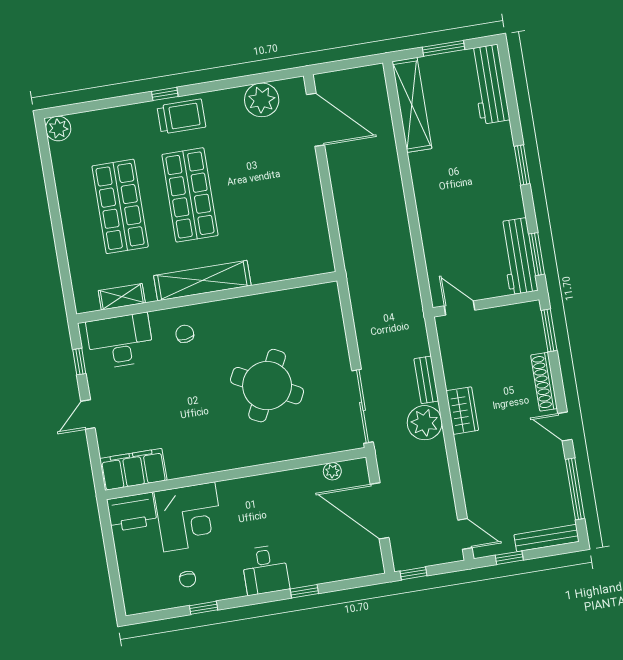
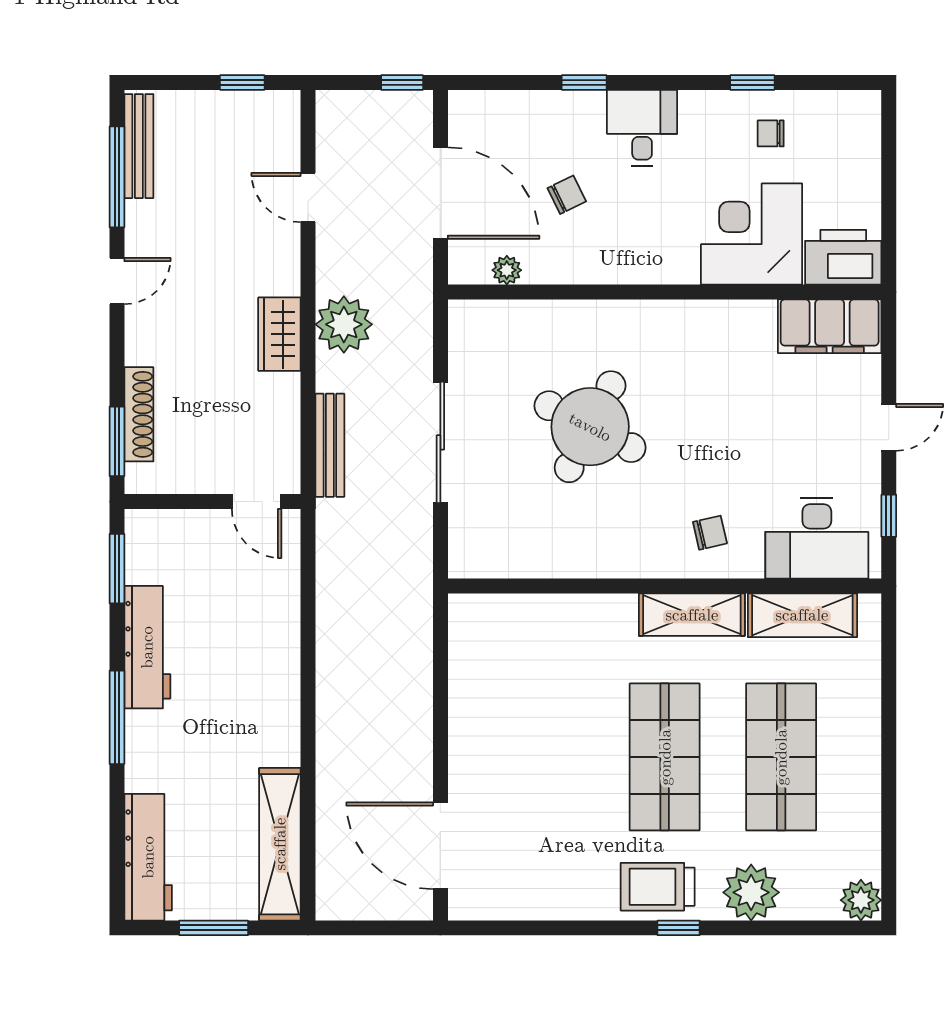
plant: (262, 100) -> (751, 892), moved
window: (522, 165) -> (117, 717), width x1.44
workbench: (518, 256) -> (147, 647), moved
shelving: (202, 281) -> (692, 615), width x0.68
shelving: (122, 297) -> (802, 615), width x1.50, depth x1.33
chair: (185, 334) -> (710, 533), turned -96
bench: (426, 380) -> (330, 445), moved, width x1.36
shoe rack: (544, 382) -> (139, 414), moved
sliding door: (363, 406) -> (440, 442), moved
door: (565, 426) -> (117, 281), hinge flipped
chair: (304, 522) -> (567, 195), added
door: (465, 534) -> (308, 197), moved
bench: (547, 538) -> (139, 146), moved, turned 90
chair: (188, 579) -> (771, 133), turned -90

